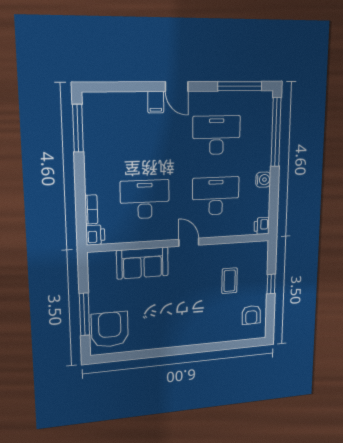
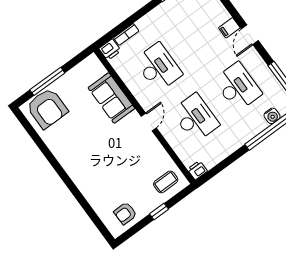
water cooler: (263, 180) -> (272, 116), moved
coffee table: (230, 281) -> (166, 182), moved
armchair: (110, 330) -> (47, 108), turned 90

